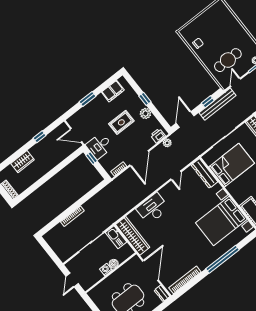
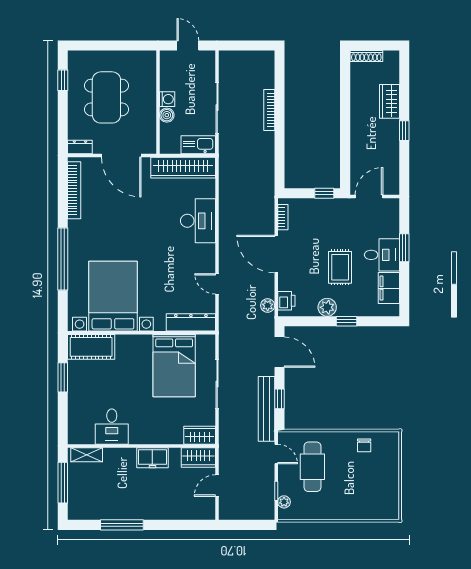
window: (39, 137) -> (404, 131), moved
desk: (99, 146) -> (382, 255), moved, turned 90

